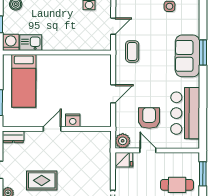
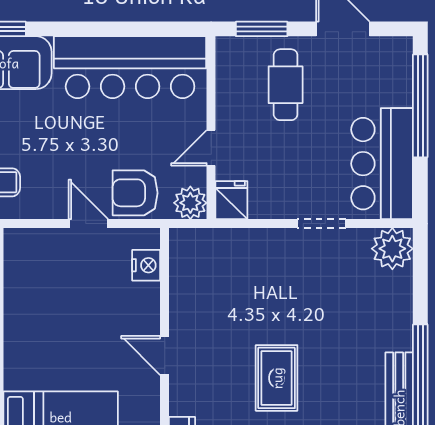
bar counter: (185, 113) -> (130, 67), width x1.36
armchair: (149, 118) -> (135, 193), moved
nightstand: (73, 120) -> (146, 265), moved

